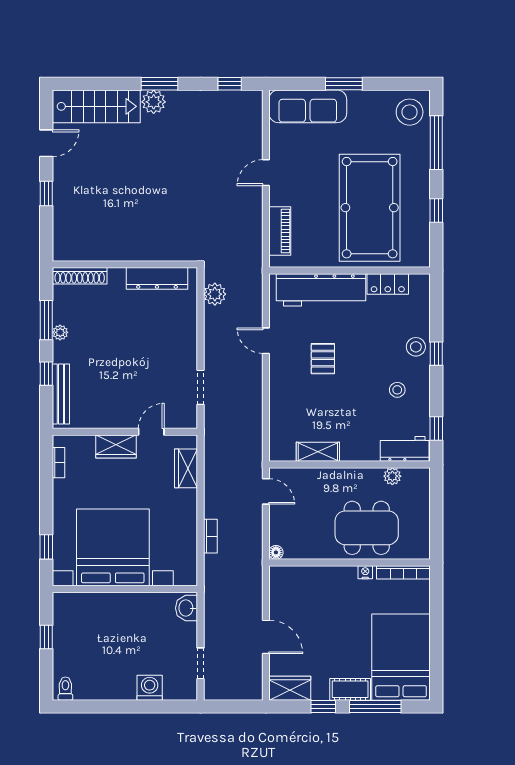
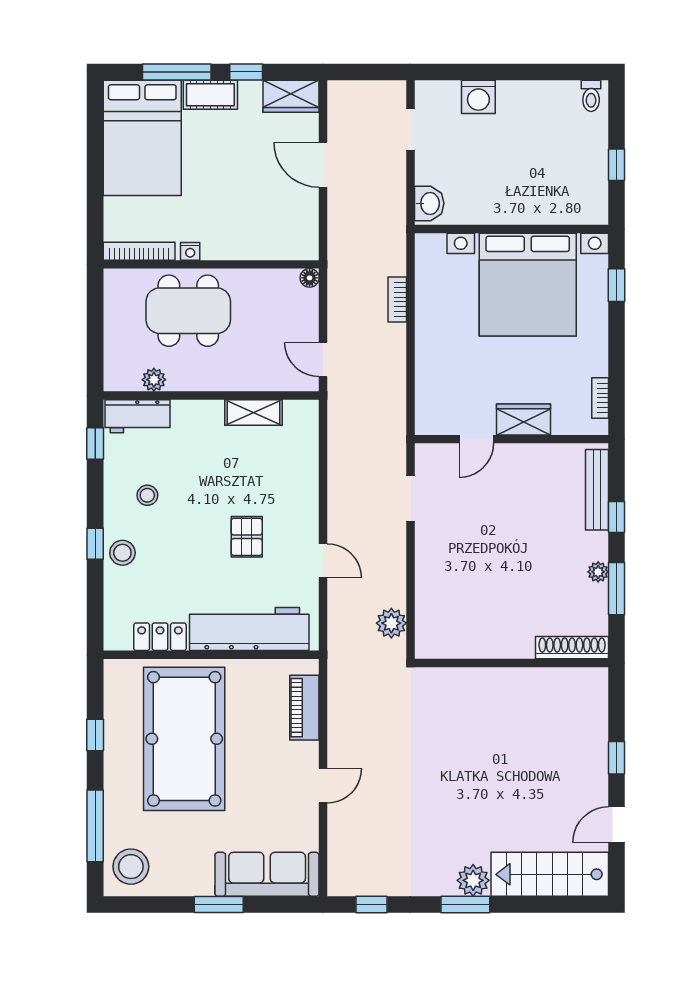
dresser: (157, 278) -> (469, 644), removed
wardrobe: (186, 468) -> (430, 390), removed

